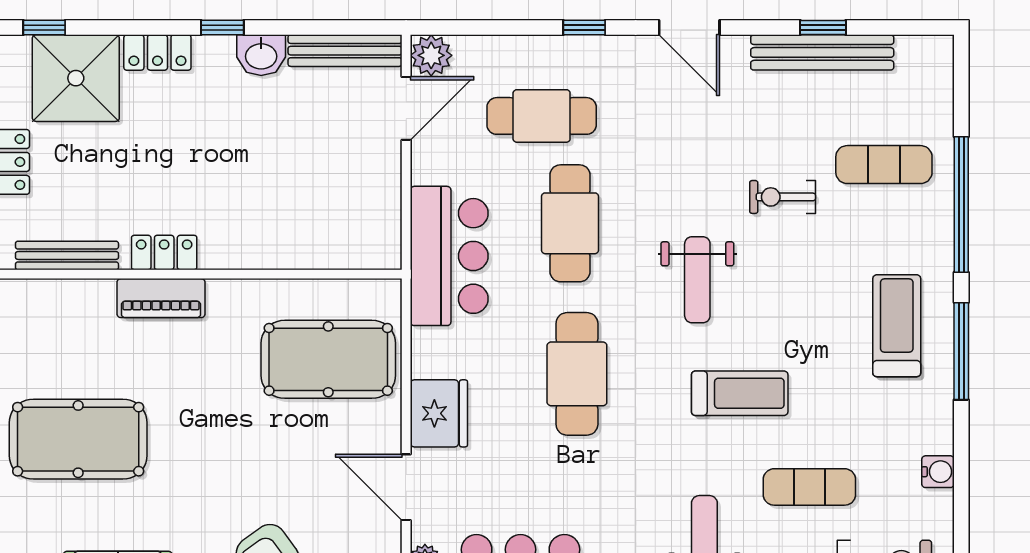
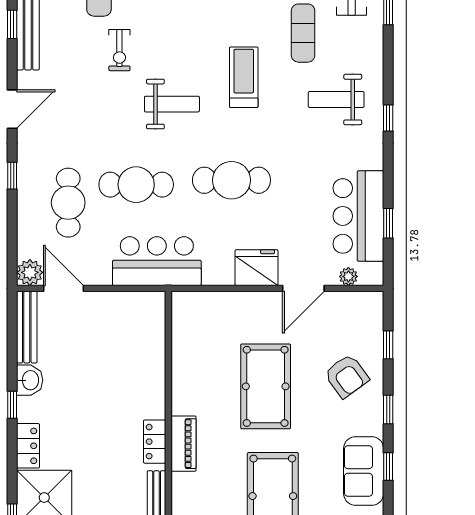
pool table: (328, 359) -> (266, 386), moved

